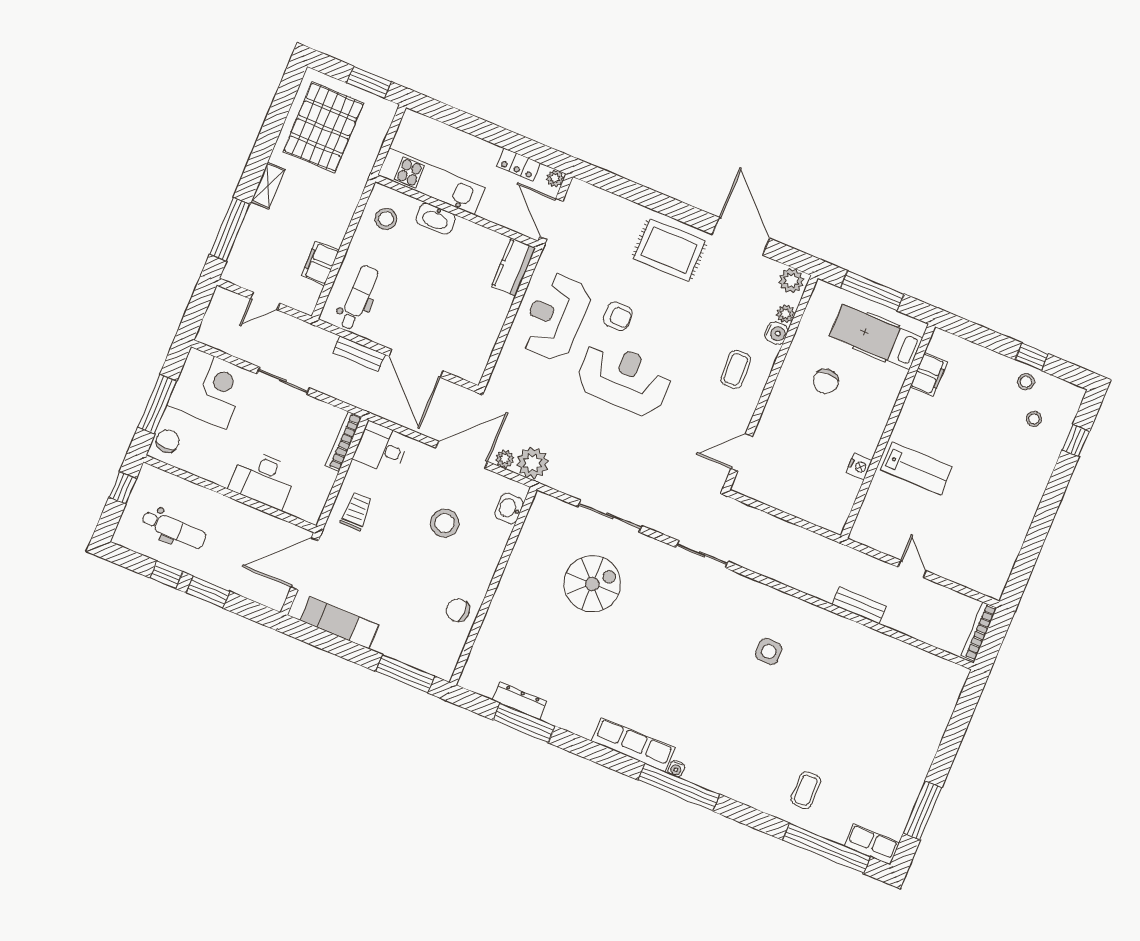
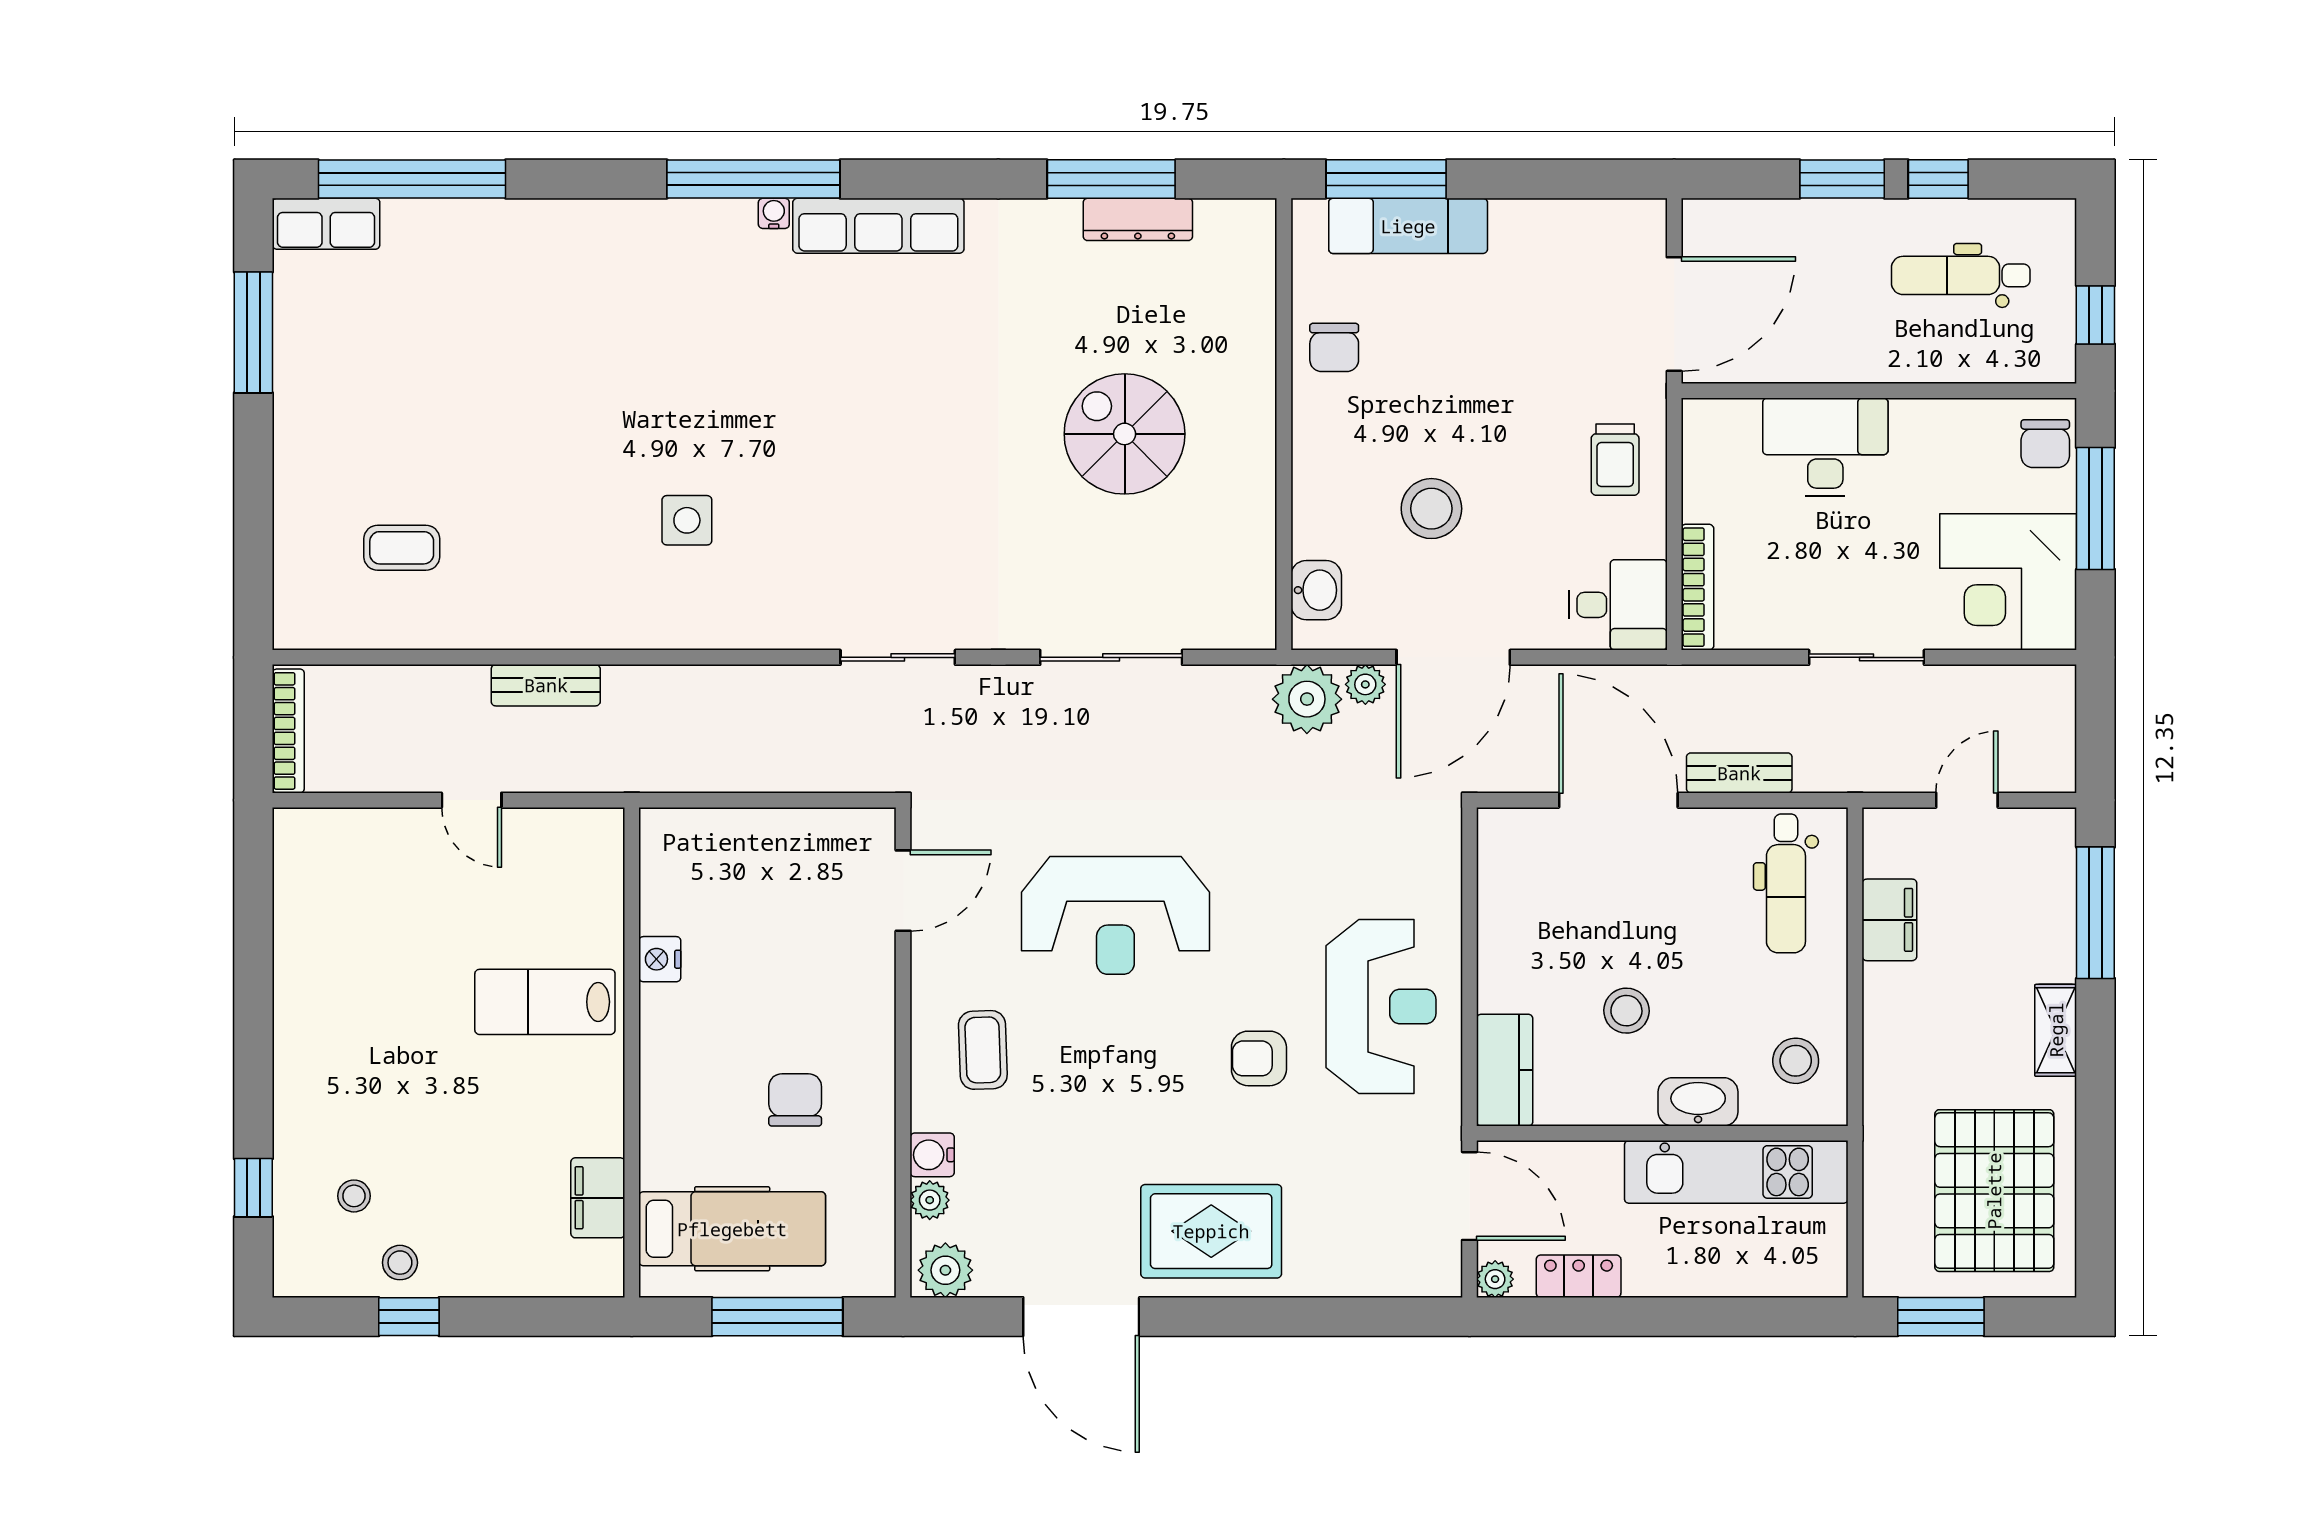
stool: (450, 271) -> (1626, 1011), added
reception desk: (624, 379) -> (1115, 915), moved
spiral stairs: (592, 584) -> (1125, 434), moved, turned 90
chair: (458, 610) -> (1334, 347), turned 90
exam couch: (339, 623) -> (1408, 226), moved
coffee table: (806, 790) -> (402, 548), moved, turned 90

